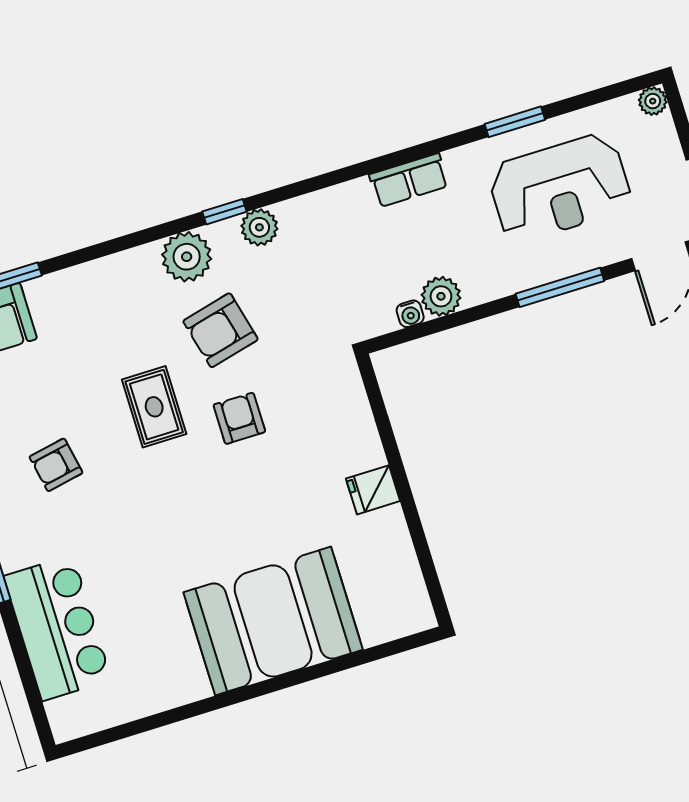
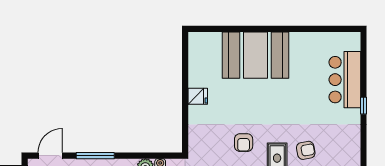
armchair: (56, 465) -> (306, 150), moved

